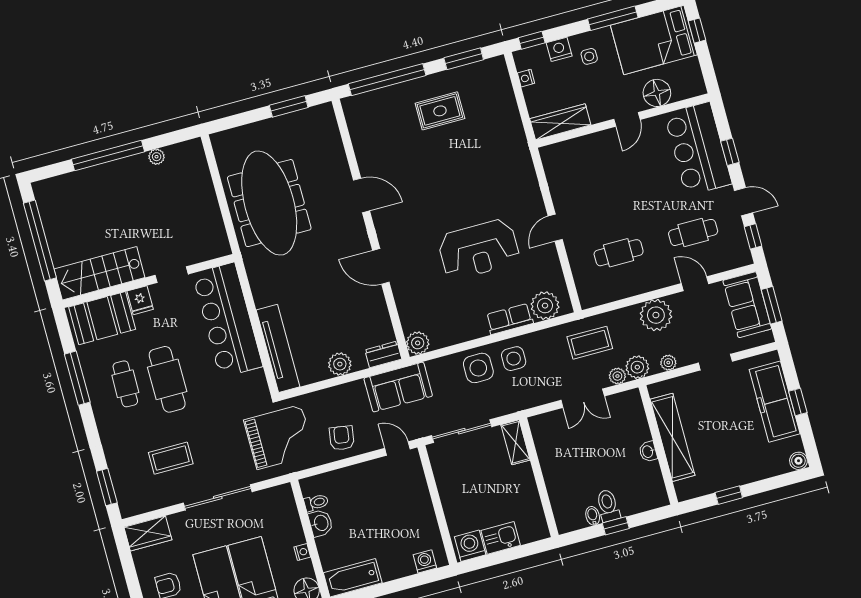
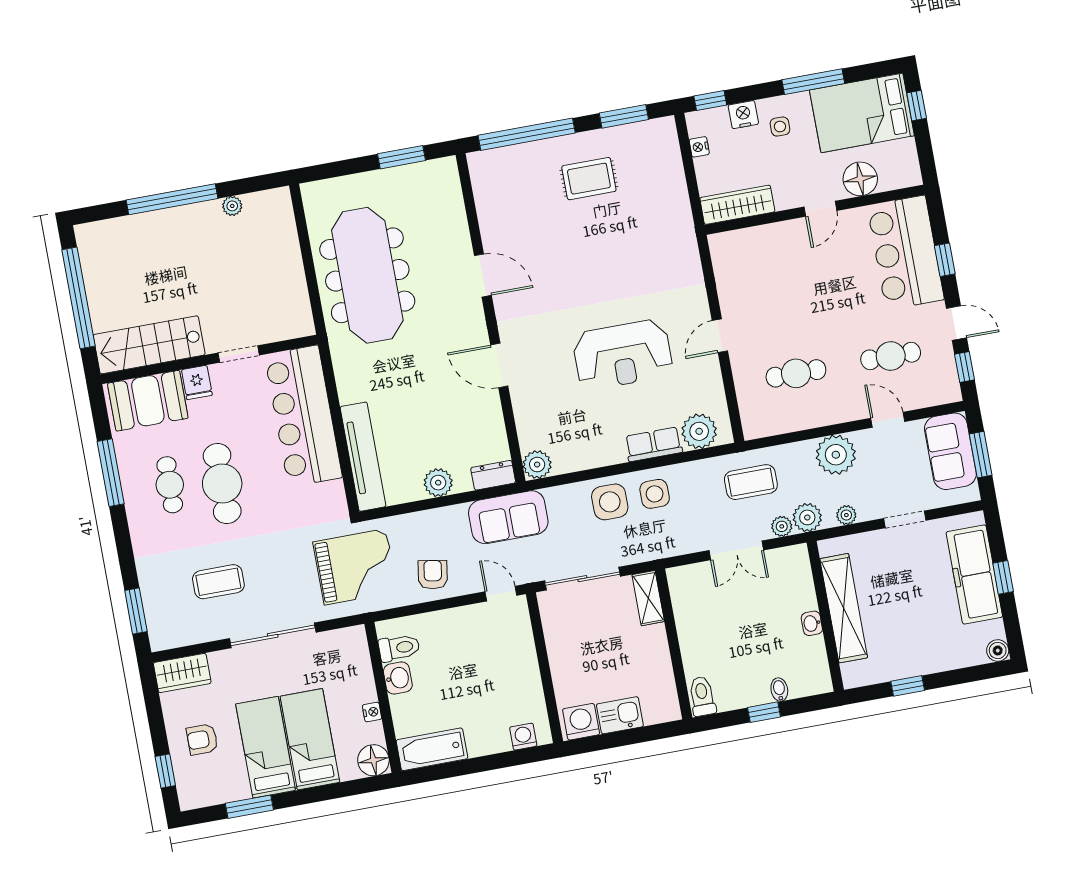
toilet: (316, 502) -> (399, 648), width x1.37, depth x1.39
toilet: (608, 506) -> (702, 696), moved
bidet: (593, 516) -> (779, 690), moved

